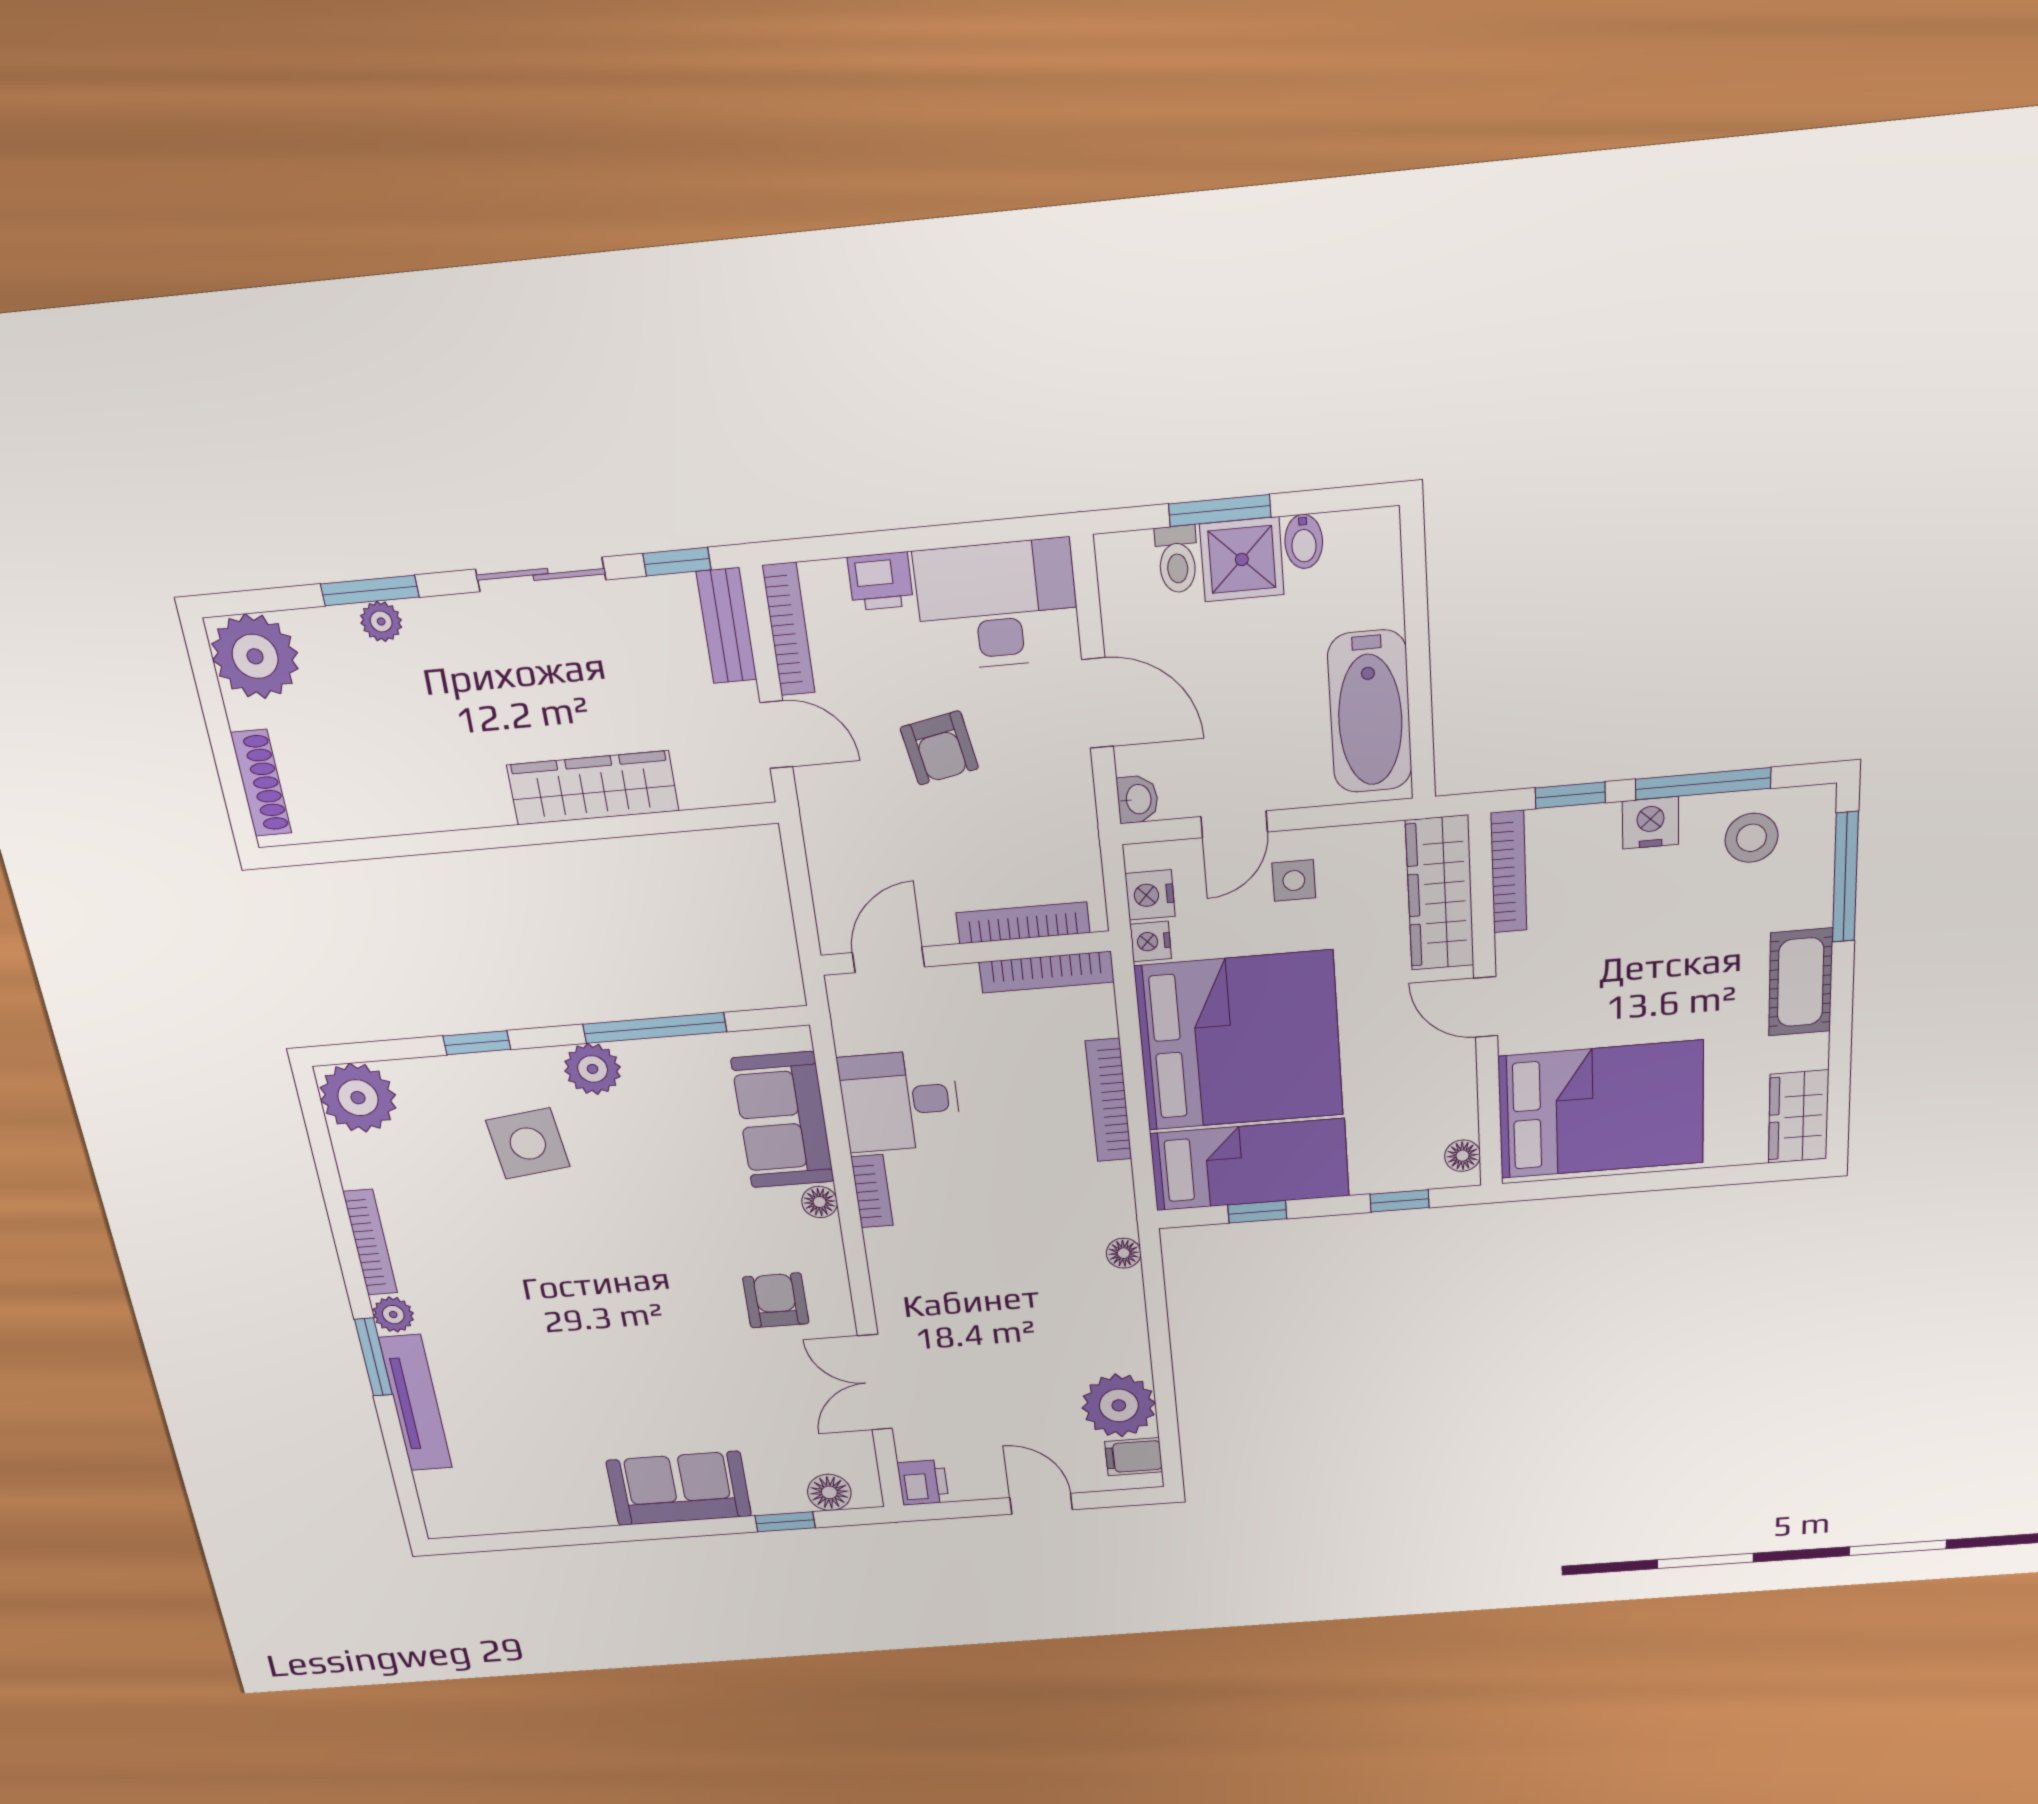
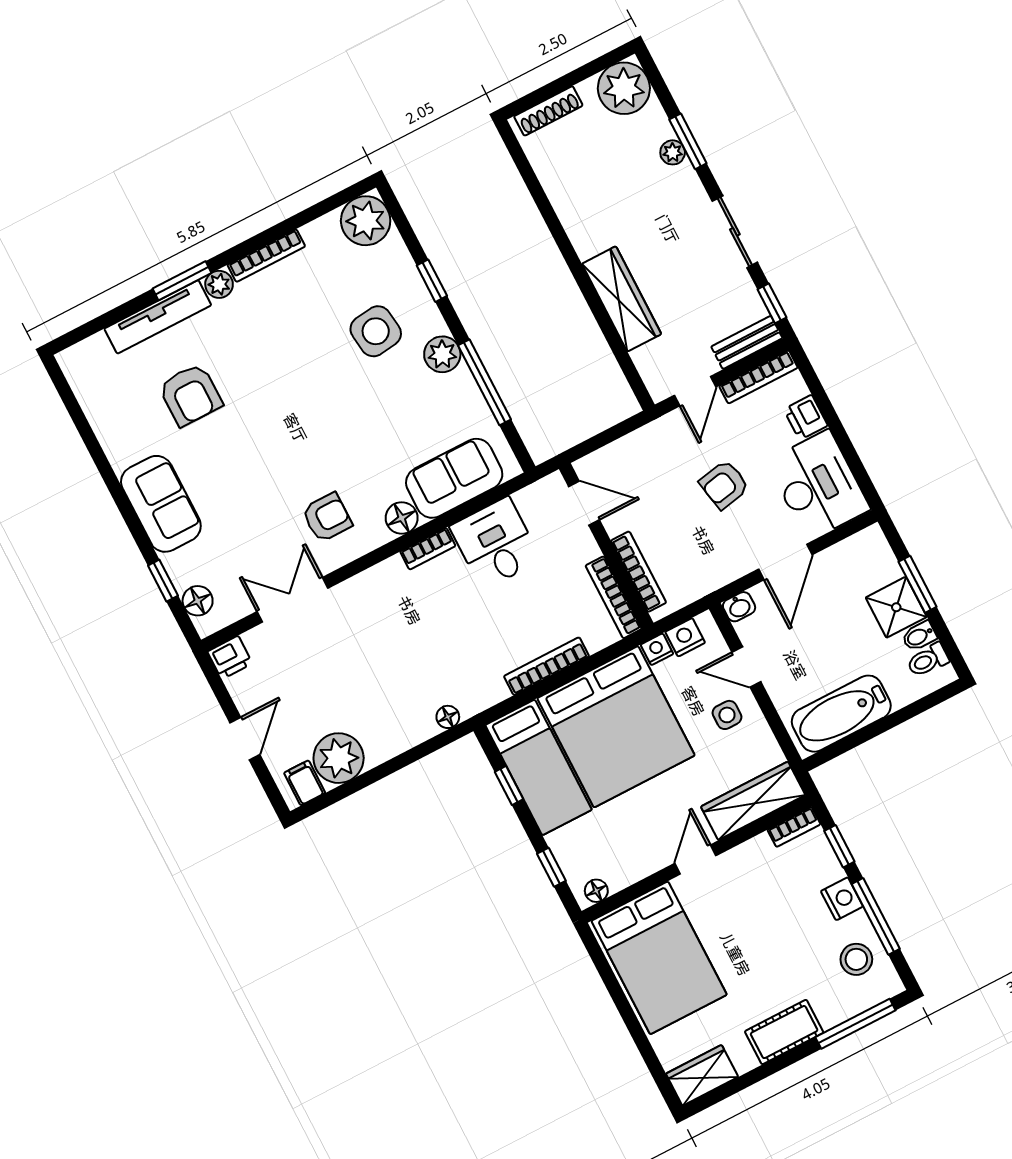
toilet: (1177, 559) -> (928, 660), moved
bookcase: (1509, 872) -> (794, 827), width x0.64
floor lamp: (820, 1202) -> (402, 518), width x1.37, depth x1.37
armchair: (539, 1403) -> (190, 395), added

